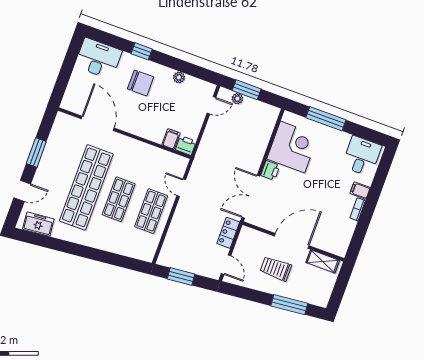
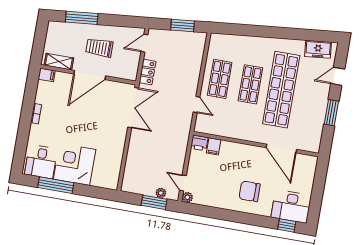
window: (142, 51) -> (287, 225), moved
plant: (179, 77) -> (187, 197), moved
door: (211, 105) -> (183, 183), hinge flipped
window: (326, 119) -> (56, 185), moved
corner desk: (293, 147) -> (75, 164), moved, turned 90
printer: (270, 170) -> (120, 134), removed
filing cabinet: (360, 191) -> (47, 75), moved
door: (226, 265) -> (144, 43), hinge flipped
trolley: (276, 269) -> (99, 48), turned 180

